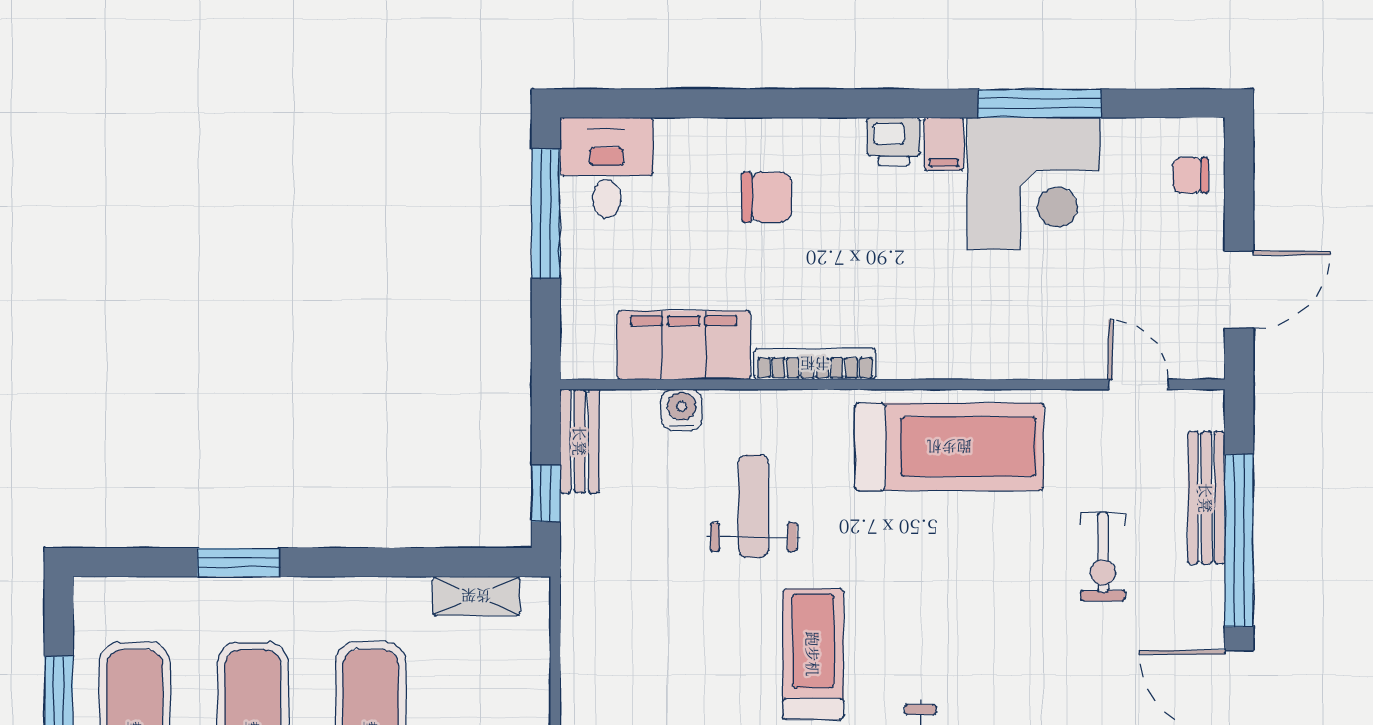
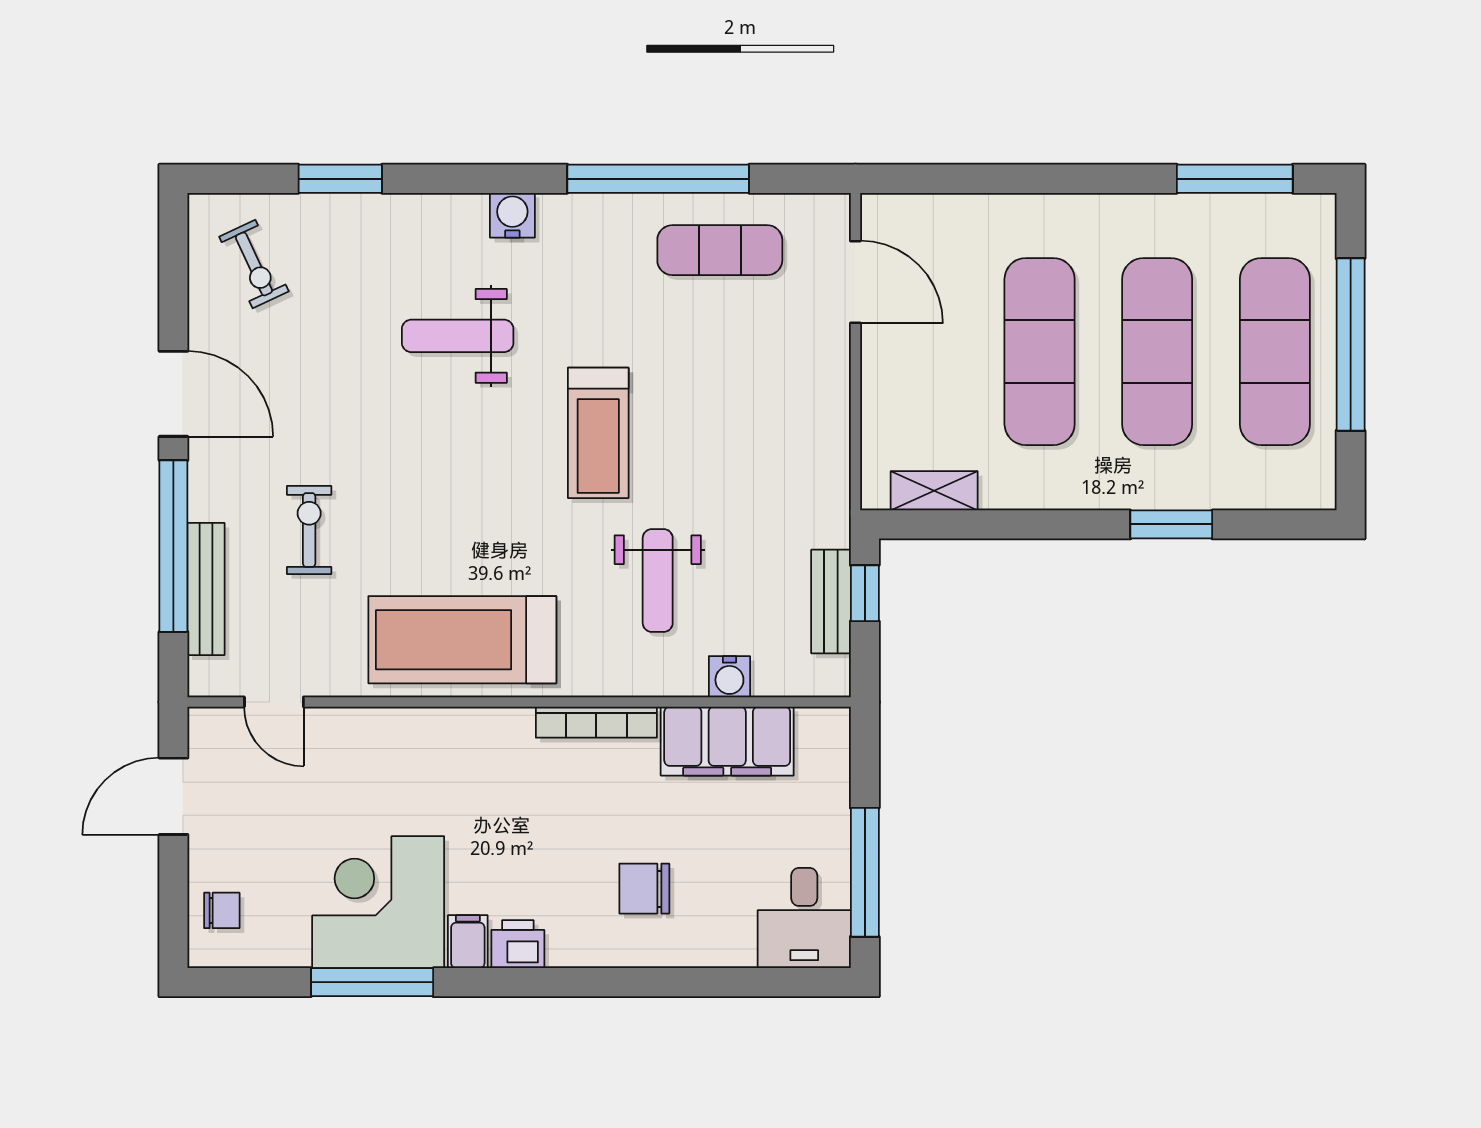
bench: (580, 441) -> (831, 602), moved

